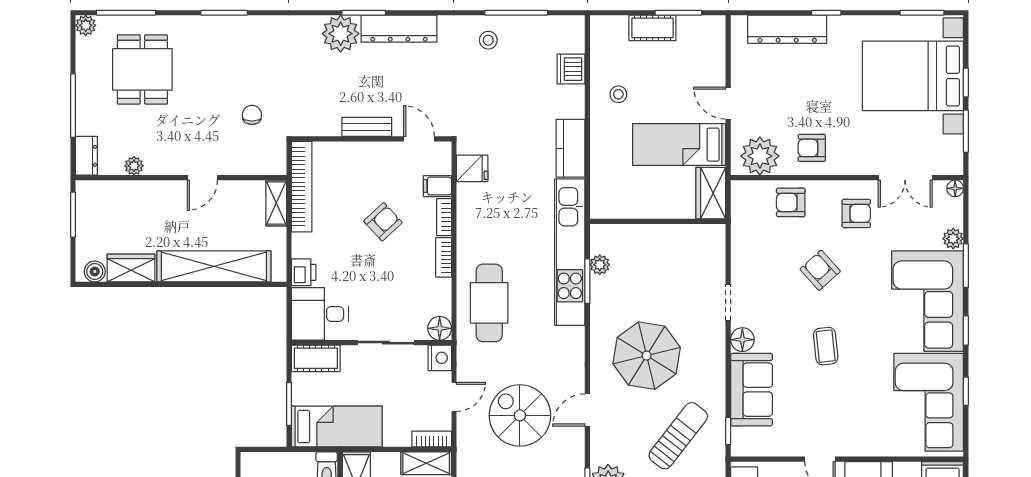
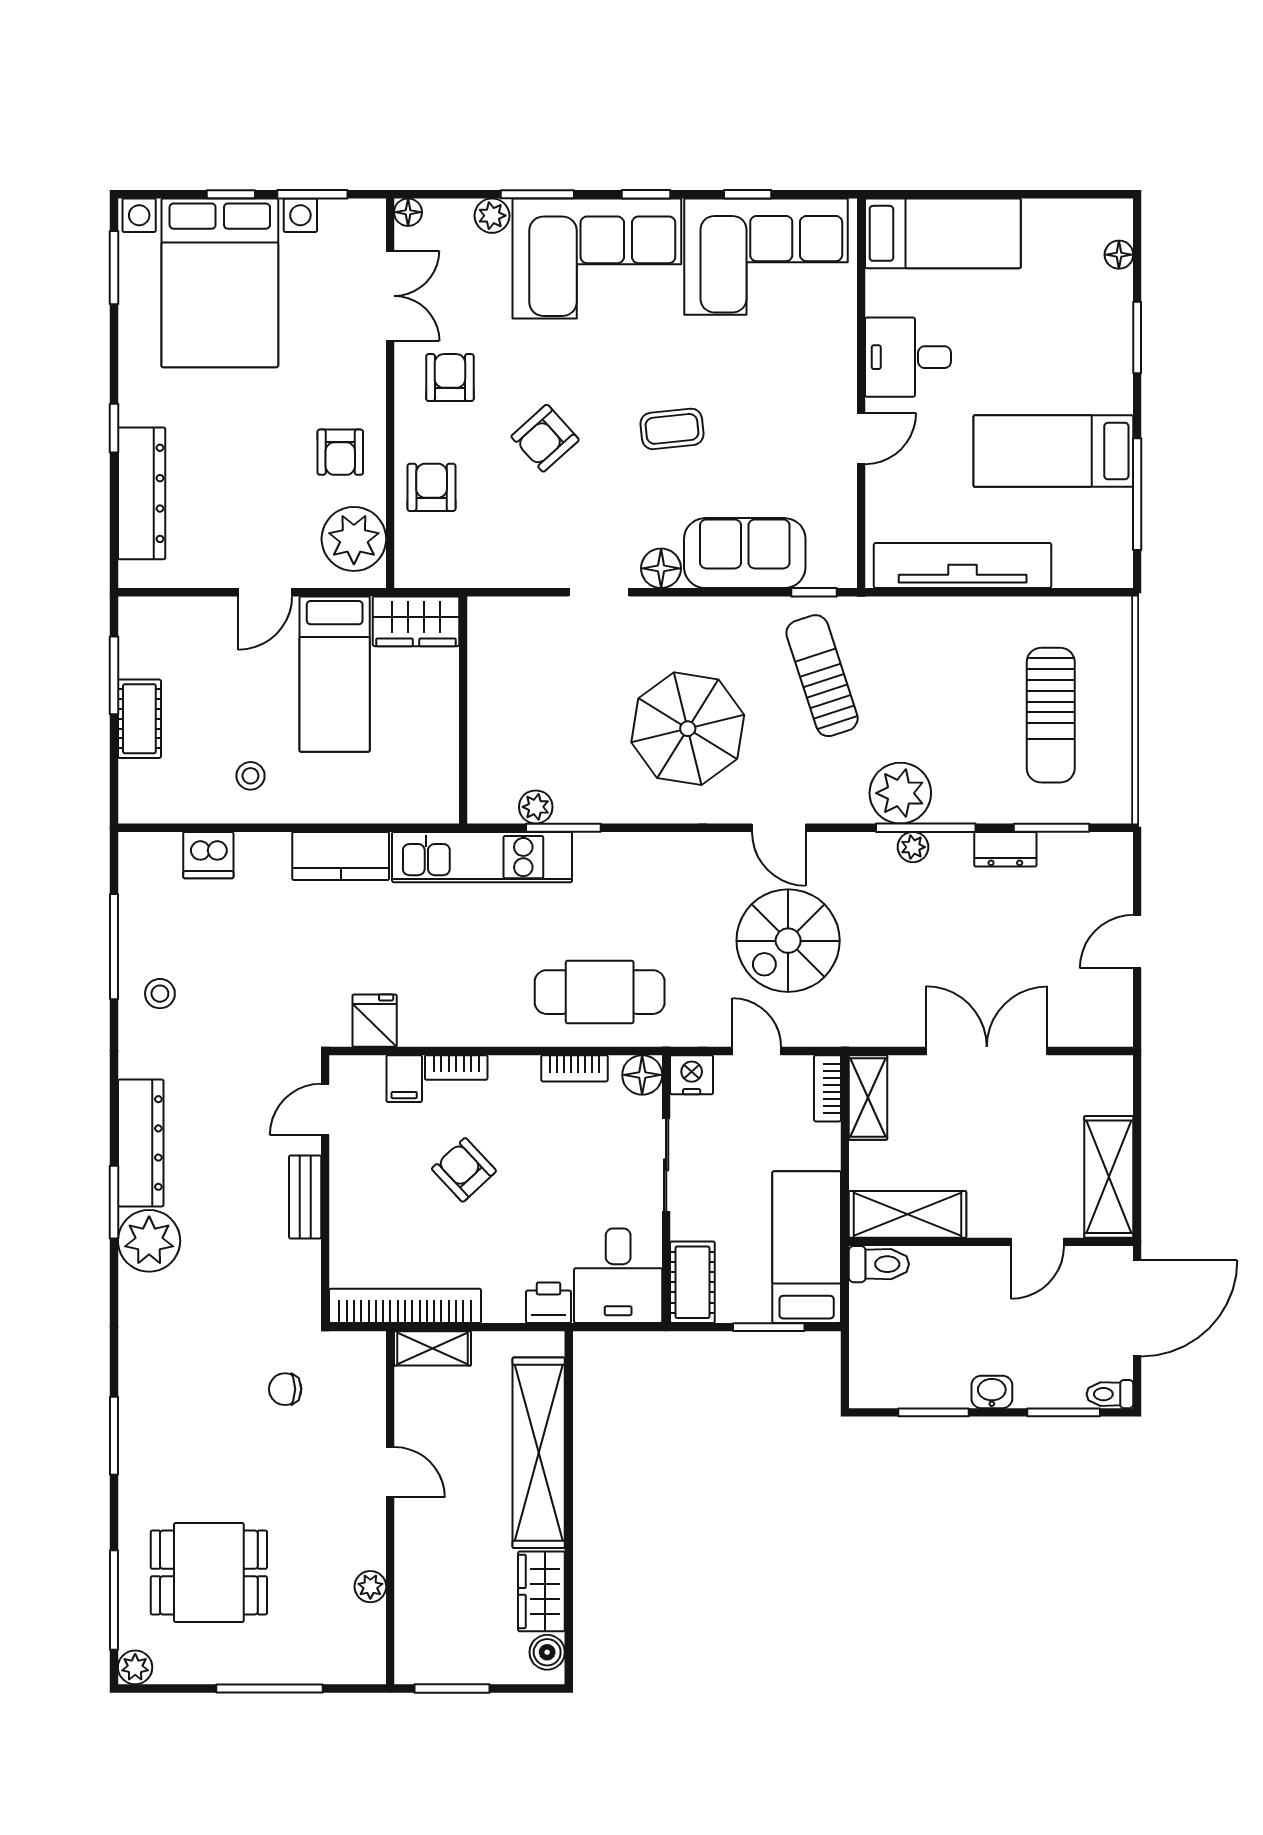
dresser: (86, 156) -> (354, 1666), removed
armchair: (791, 202) -> (432, 487), turned 180
kitchen unit: (570, 252) -> (482, 857), width x0.73
bookcase: (444, 257) -> (574, 1068), moved
sun lounger: (678, 436) -> (822, 676), turned 34

